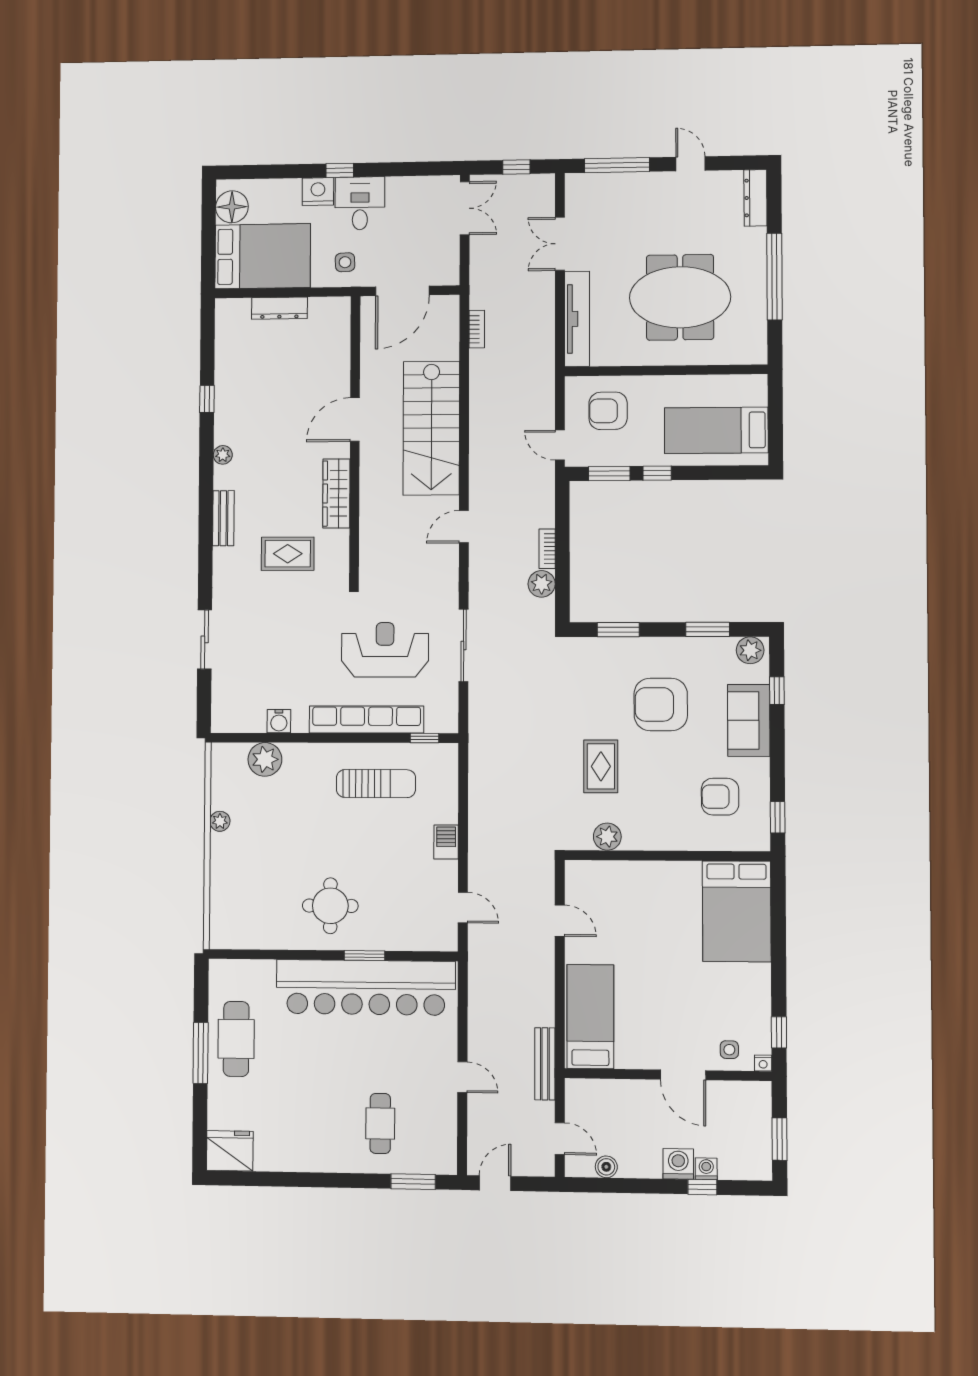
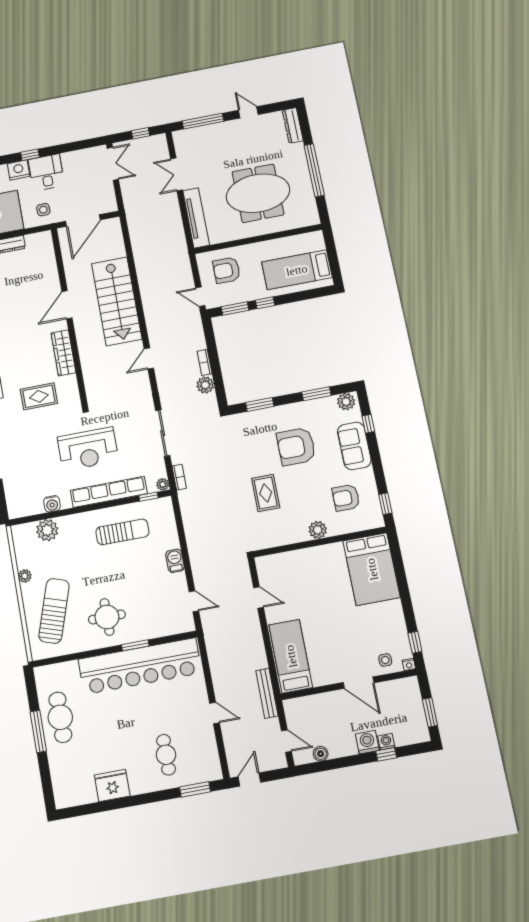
bookcase: (477, 329) -> (179, 477), moved
reception desk: (385, 650) -> (88, 449), moved, turned 180
plant: (449, 724) -> (163, 484), added
plant: (607, 837) -> (318, 530), moved
sun lounger: (254, 881) -> (54, 611), added
fridge: (230, 1151) -> (112, 785), moved

